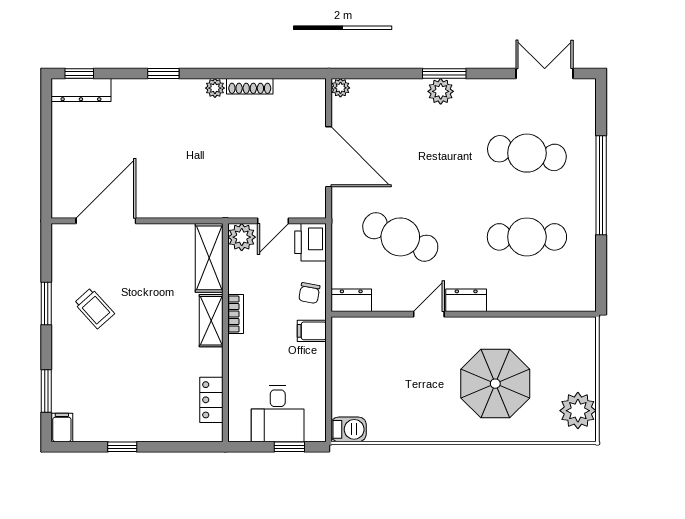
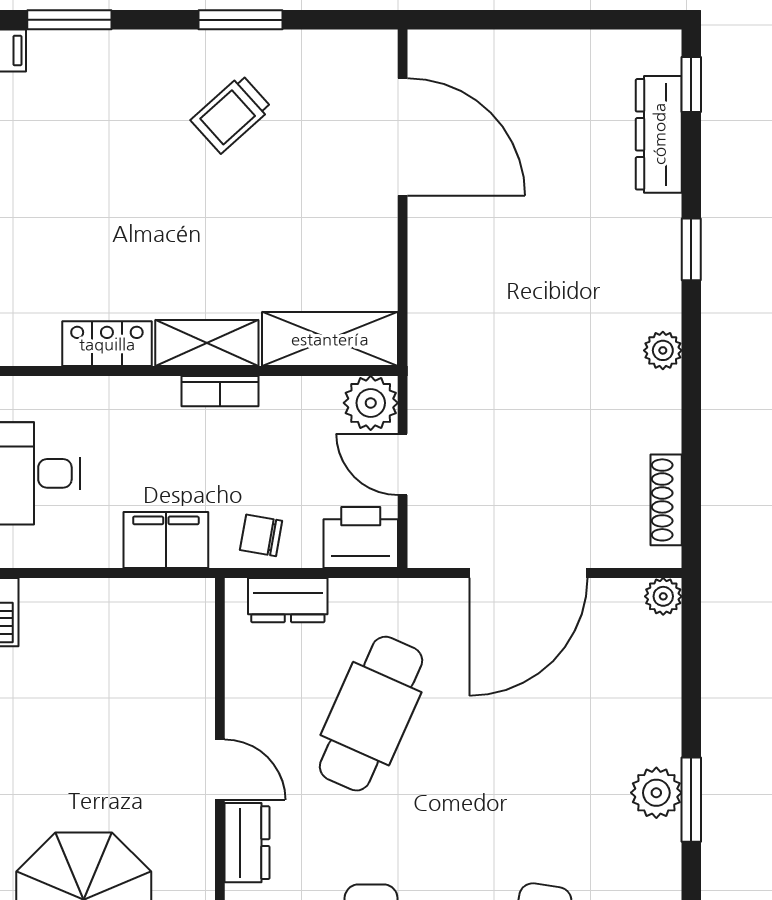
shoe rack: (250, 86) -> (666, 500), moved
dresser: (81, 90) -> (659, 134), moved
dresser: (351, 300) -> (288, 600), moved, turned 90
filing cabinet: (312, 331) -> (166, 540), width x2.00
locker: (211, 400) -> (107, 344), moved

